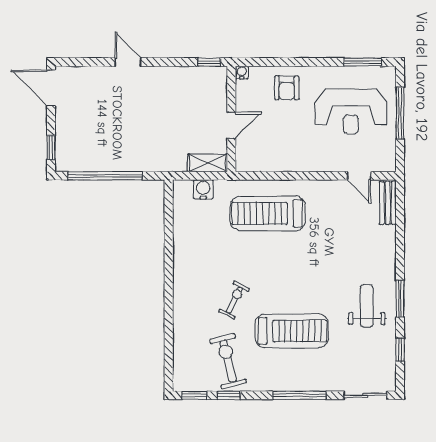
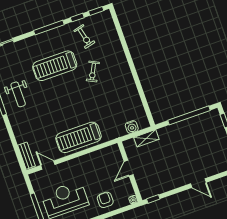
shelving: (208, 163) -> (146, 138), moved
treadmill: (268, 213) -> (79, 137), moved, turned 180
exercise bike: (228, 361) -> (84, 36), width x0.73, depth x0.72
window: (299, 395) -> (49, 28), moved

